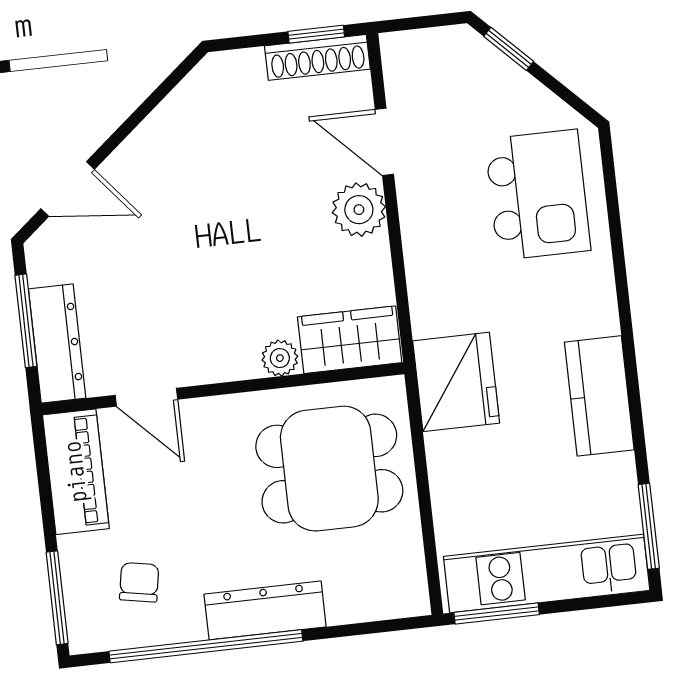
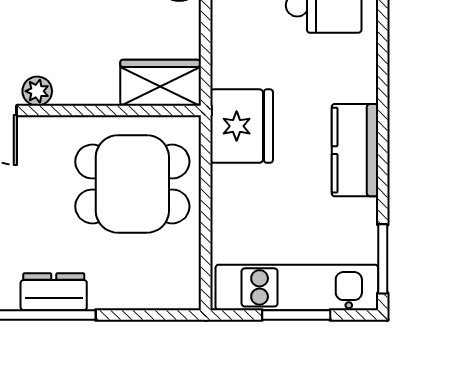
plant: (280, 358) -> (37, 91), moved
dresser: (265, 610) -> (54, 292), width x0.70
window: (497, 614) -> (296, 315), moved

